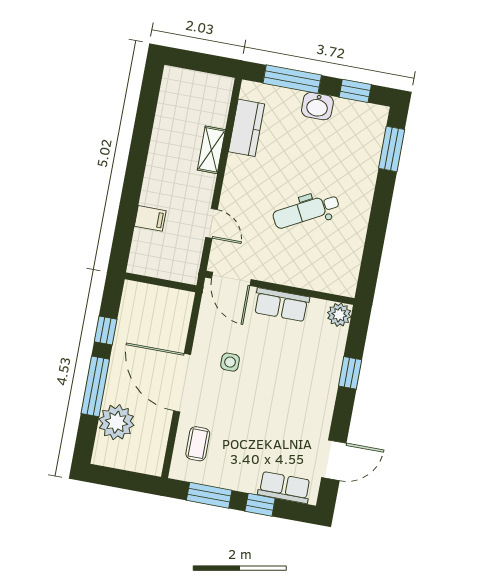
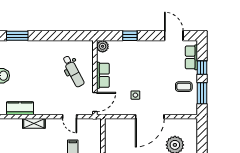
dental chair: (306, 211) -> (73, 71), moved
door: (212, 223) -> (70, 117), swing flipped
coffee table: (198, 444) -> (184, 87), moved

